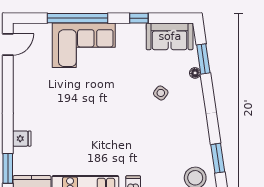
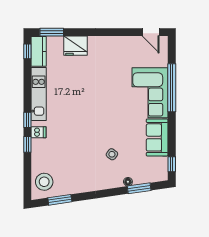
window: (139, 18) -> (172, 164), moved
sofa: (170, 36) -> (157, 137), moved
fridge: (22, 139) -> (75, 46), width x1.88, depth x1.34

